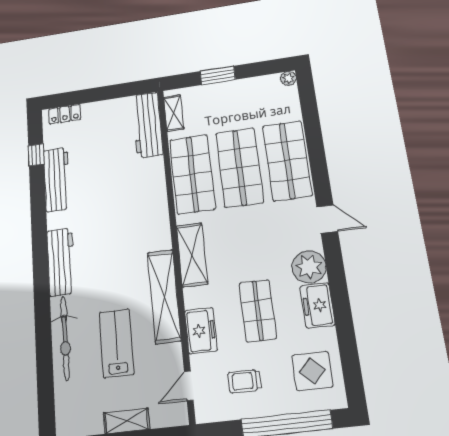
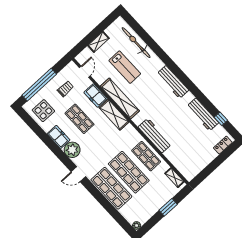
workbench: (148, 125) -> (155, 136), moved
shop shelf: (192, 174) -> (146, 156), width x0.70, depth x0.74
shelving: (192, 255) -> (114, 115), moved
bicycle: (65, 338) -> (136, 43), moved

